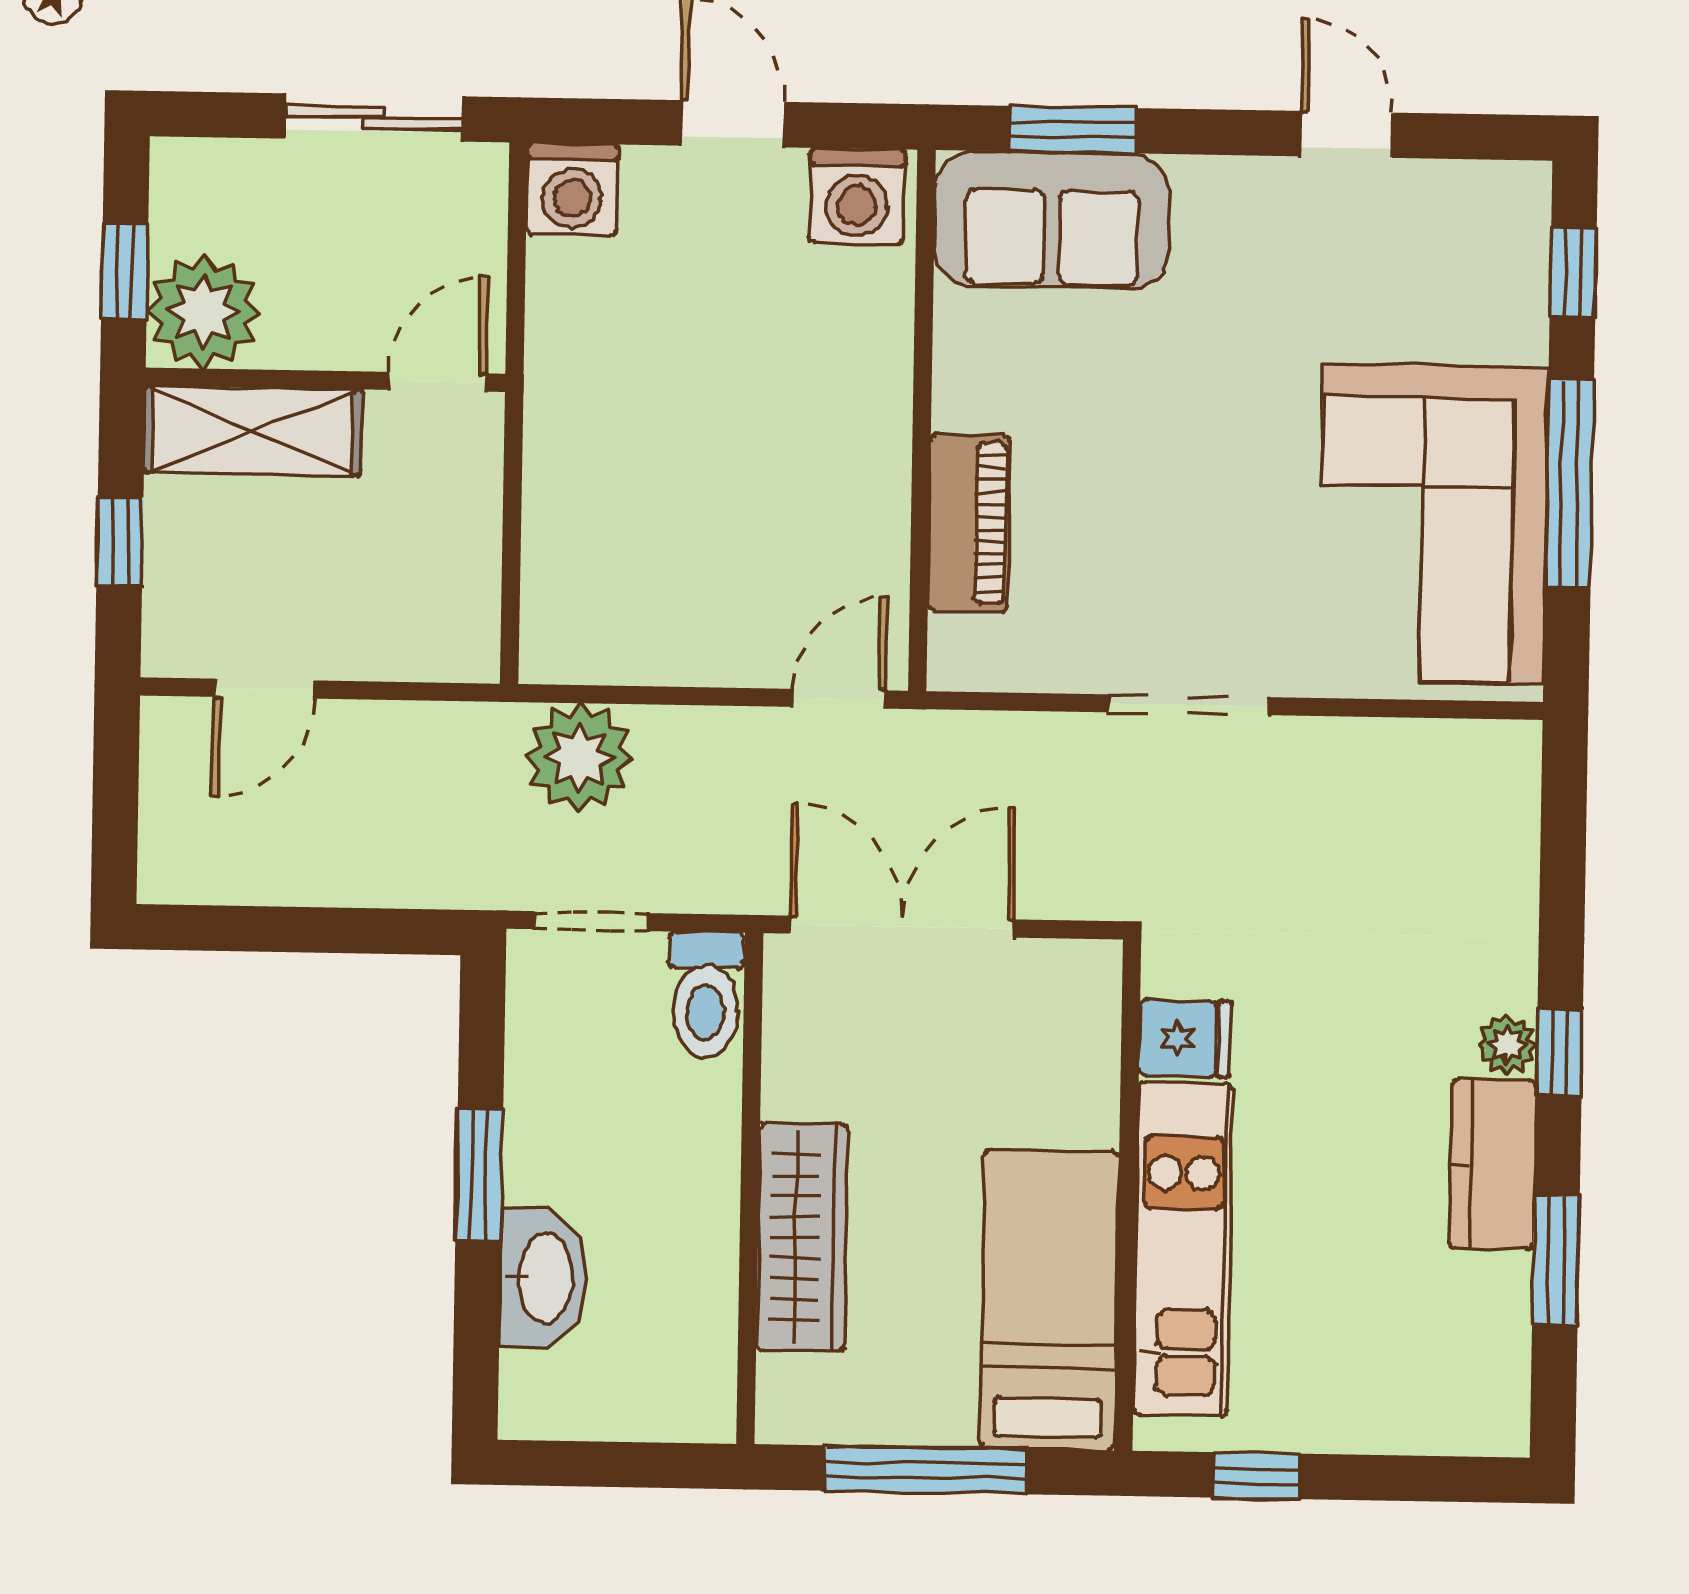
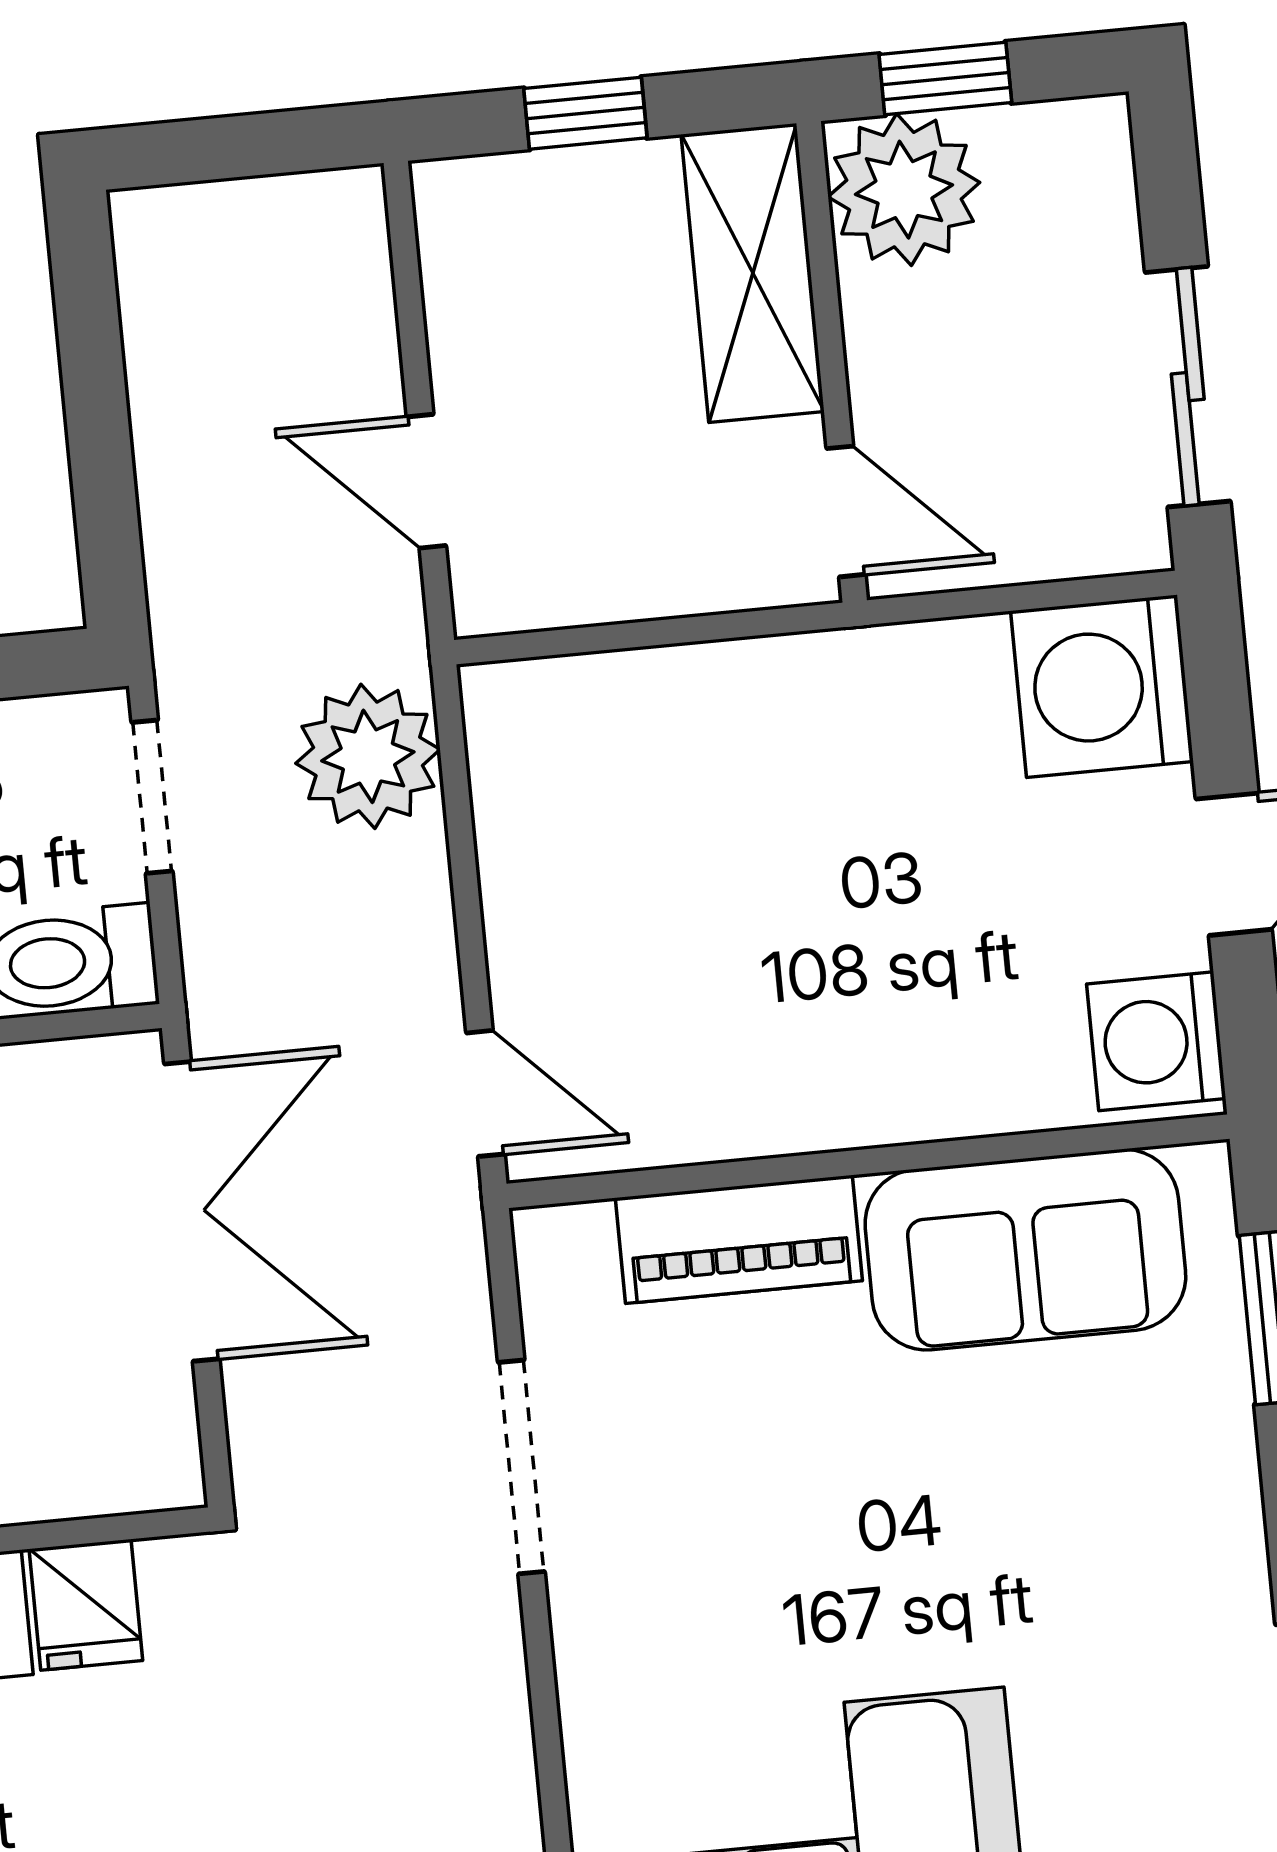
washing machine: (572, 189) -> (1102, 686), width x1.37, depth x1.37
sofa: (1052, 220) -> (1025, 1250), moved, turned -90
door: (264, 689) -> (426, 481), moved
doorway: (1188, 705) -> (521, 1467), moved

